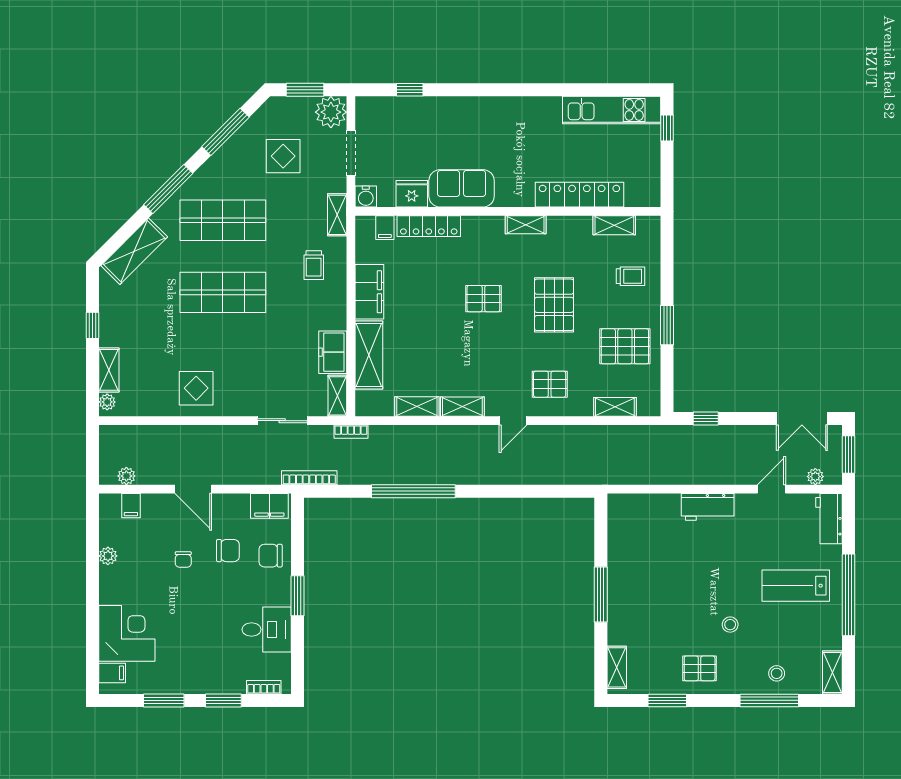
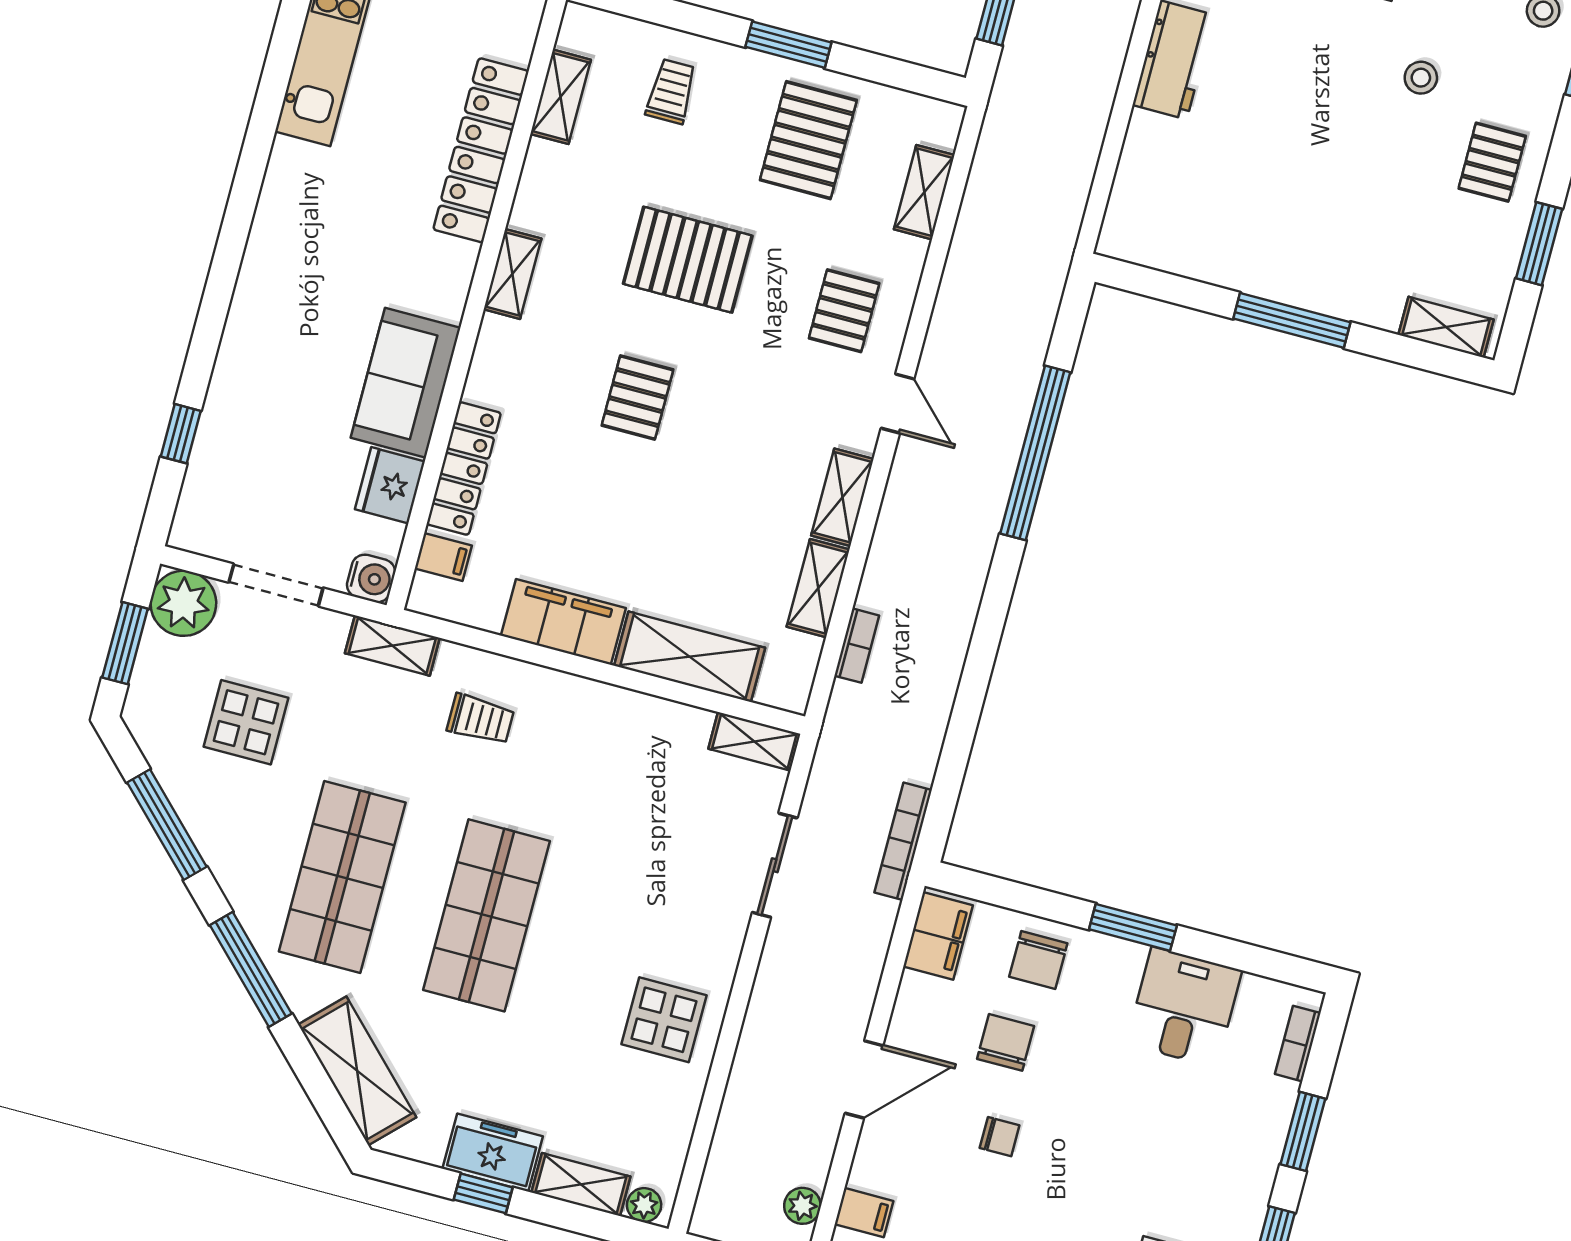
freezer: (333, 352) -> (493, 1152), moved, turned 180
bookcase: (351, 432) -> (857, 646), moved
window: (413, 491) -> (1035, 453), moved

